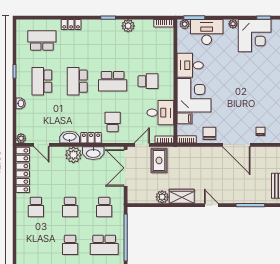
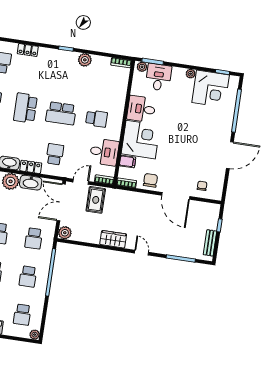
desk: (207, 32) -> (158, 77), width x0.73
plant: (162, 197) -> (65, 233), moved
school desk: (104, 245) -> (28, 277), width x0.54

